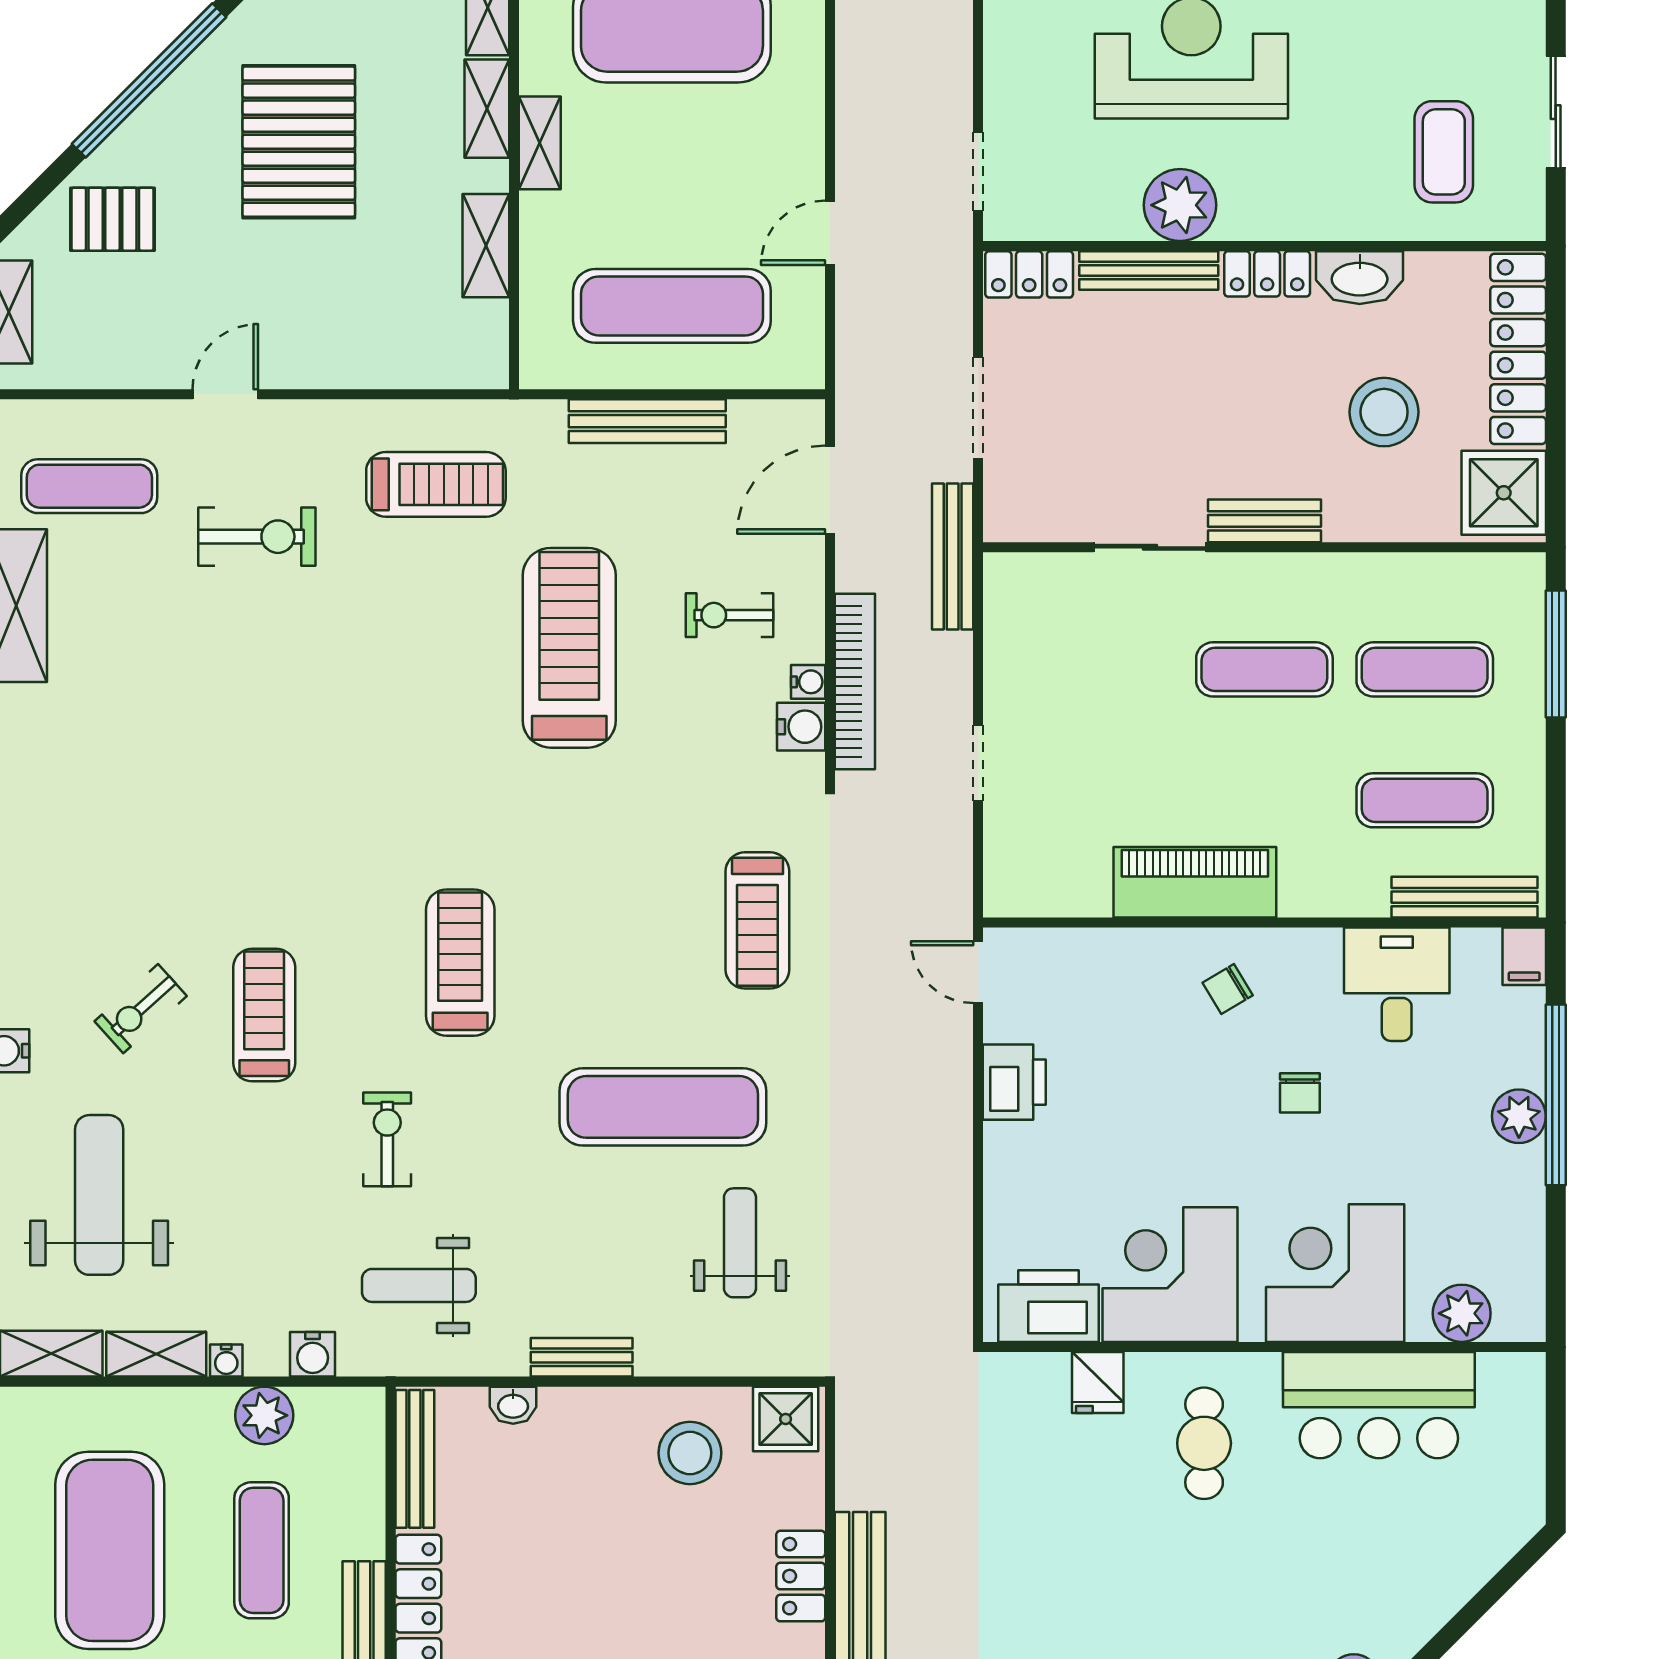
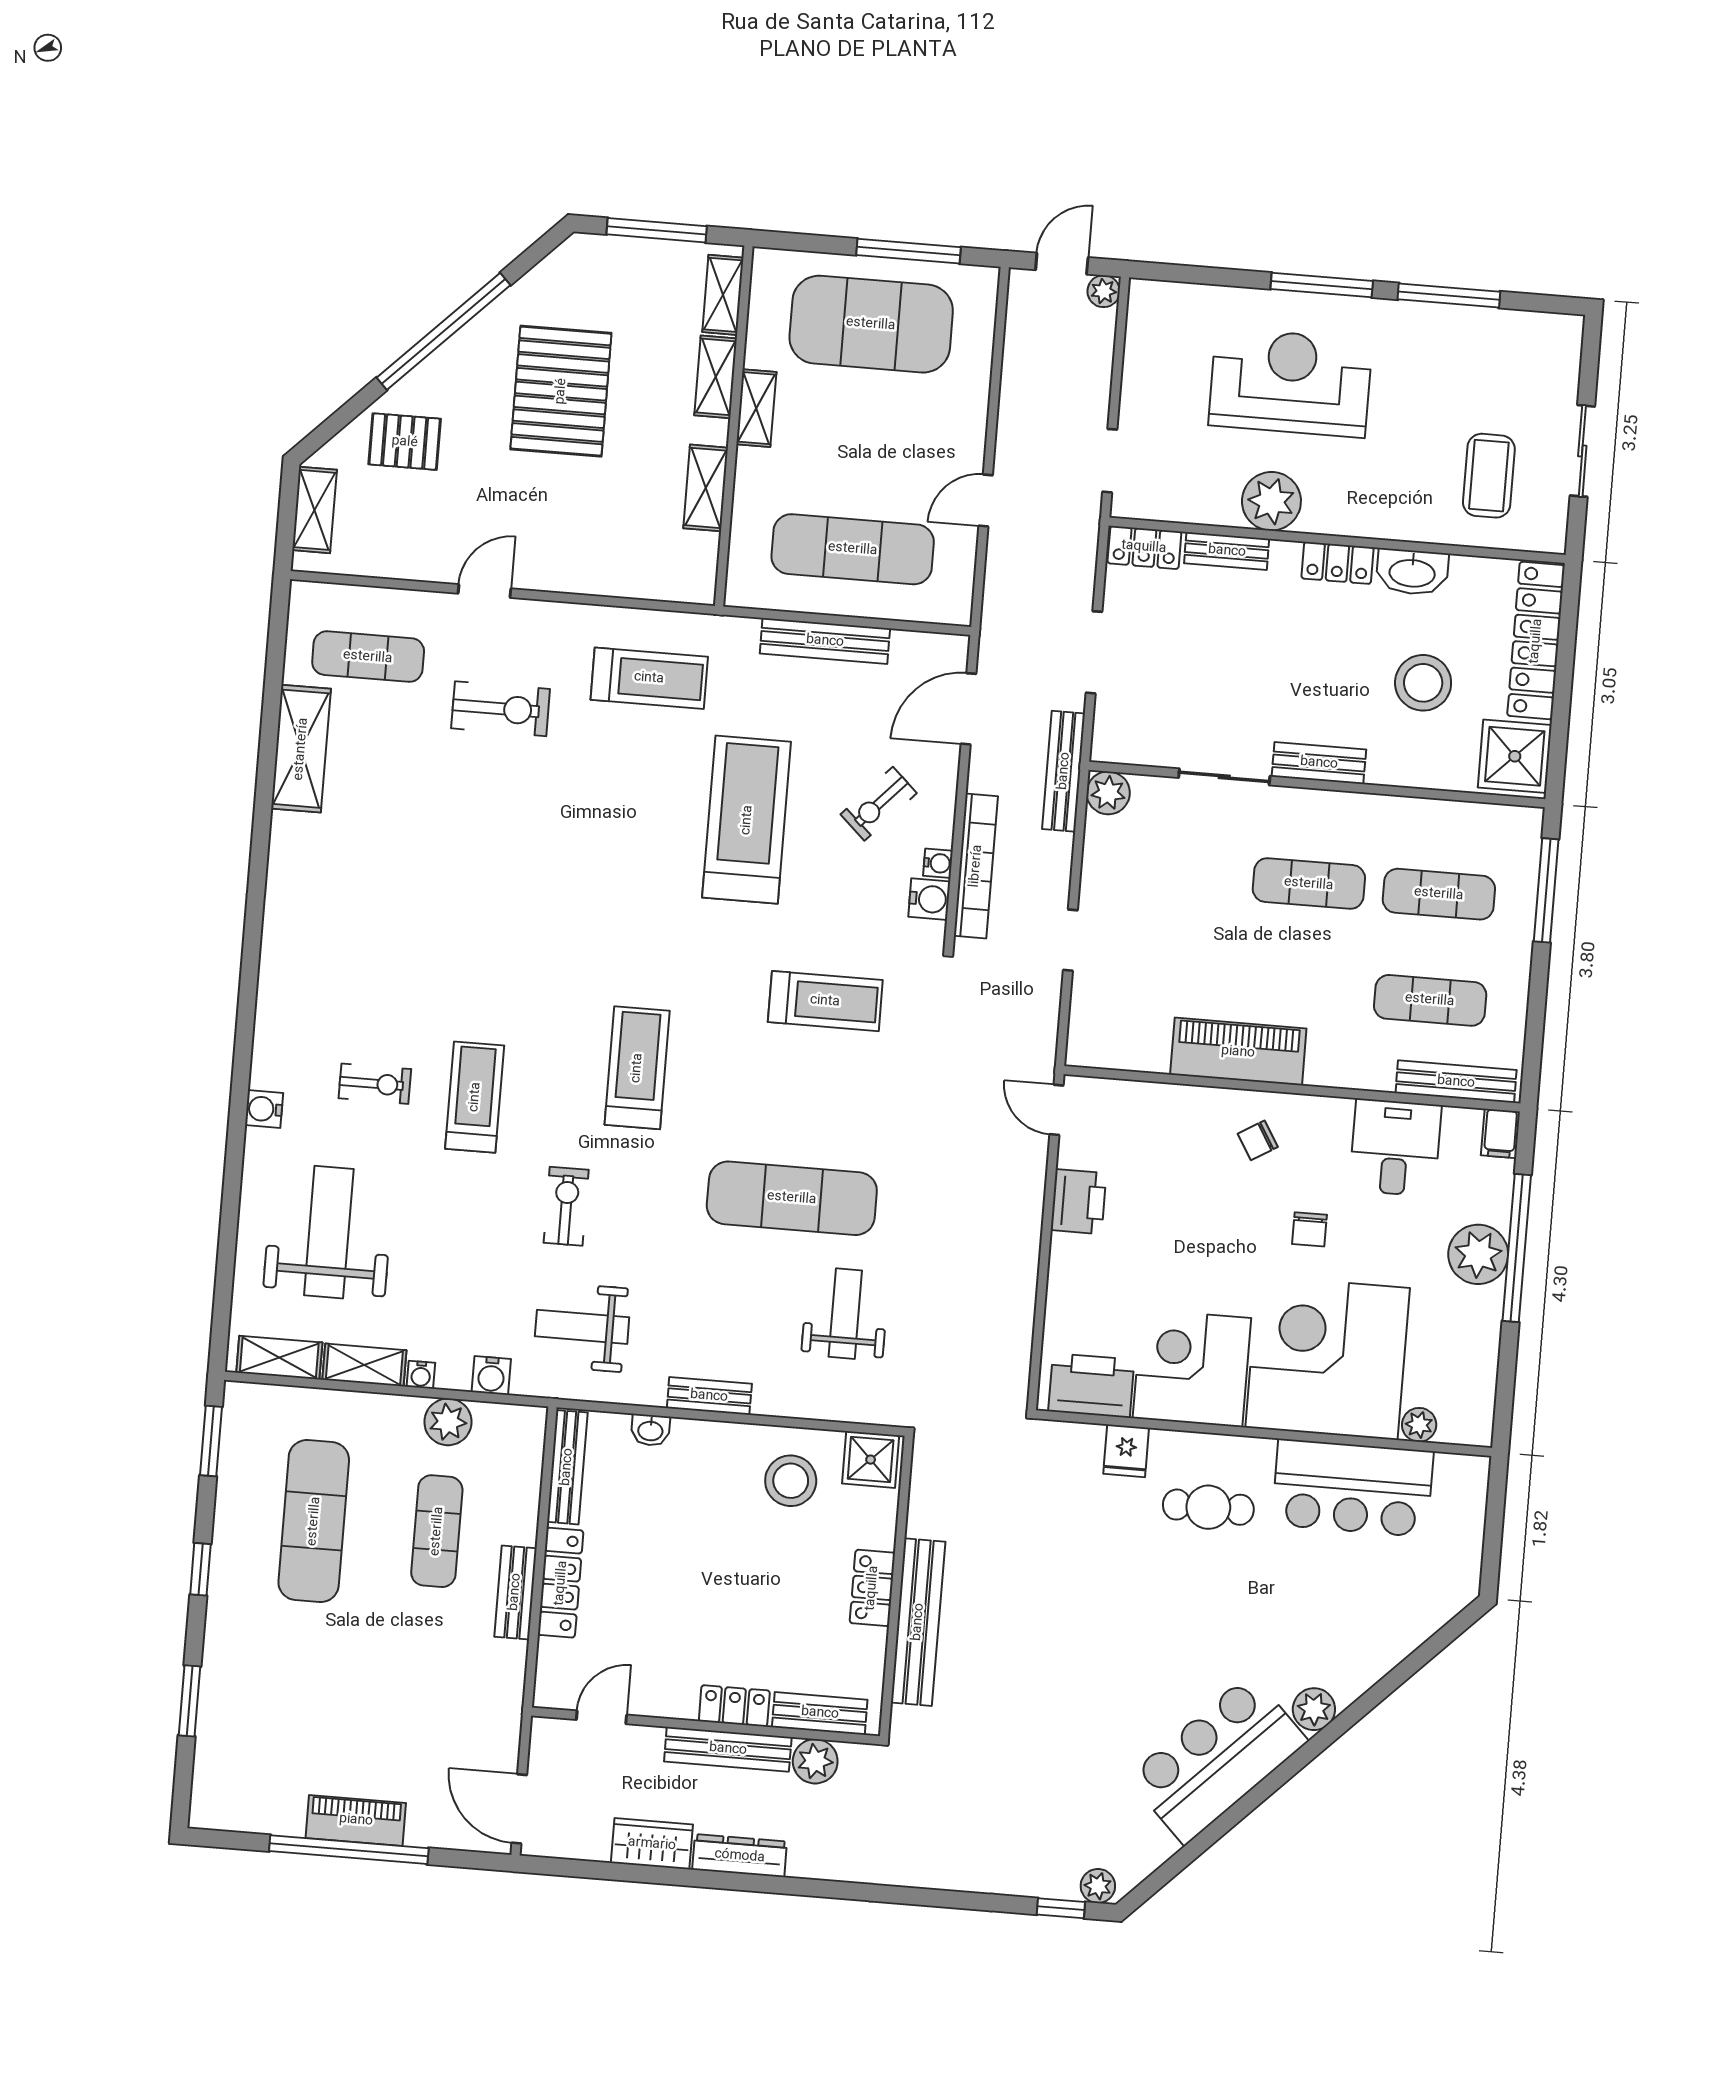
bench: (1149, 270) -> (1227, 551), width x0.73
plant: (1009, 579) -> (1108, 793), added
exercise bike: (729, 615) -> (879, 804), turned -47
treadmill: (757, 920) -> (825, 1001), moved, turned -90
exercise bike: (141, 1009) -> (375, 1084), turned -138
plant: (1519, 1116) -> (1478, 1254), width x1.36, depth x1.36
corner desk: (1335, 1273) -> (1328, 1358), width x1.36, depth x1.36
plant: (1462, 1313) -> (1419, 1425), width x0.73, depth x0.73
cafe table: (1204, 1443) -> (1208, 1507), turned 90
exercise mat: (110, 1550) -> (314, 1521), width x0.68

